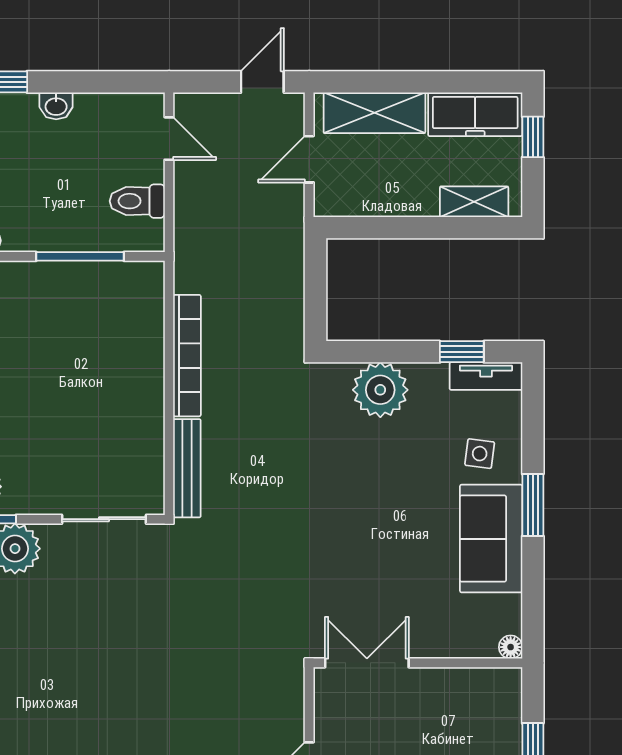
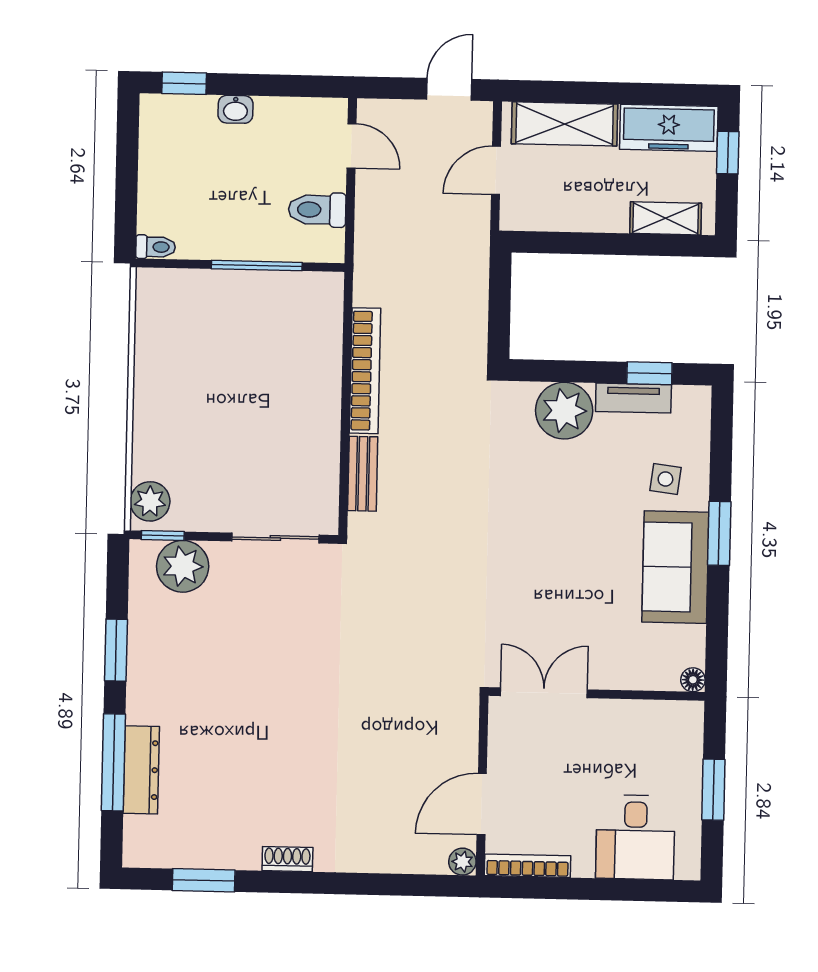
tv unit: (486, 376) -> (633, 398), moved
bench: (187, 468) -> (363, 474), width x0.73

